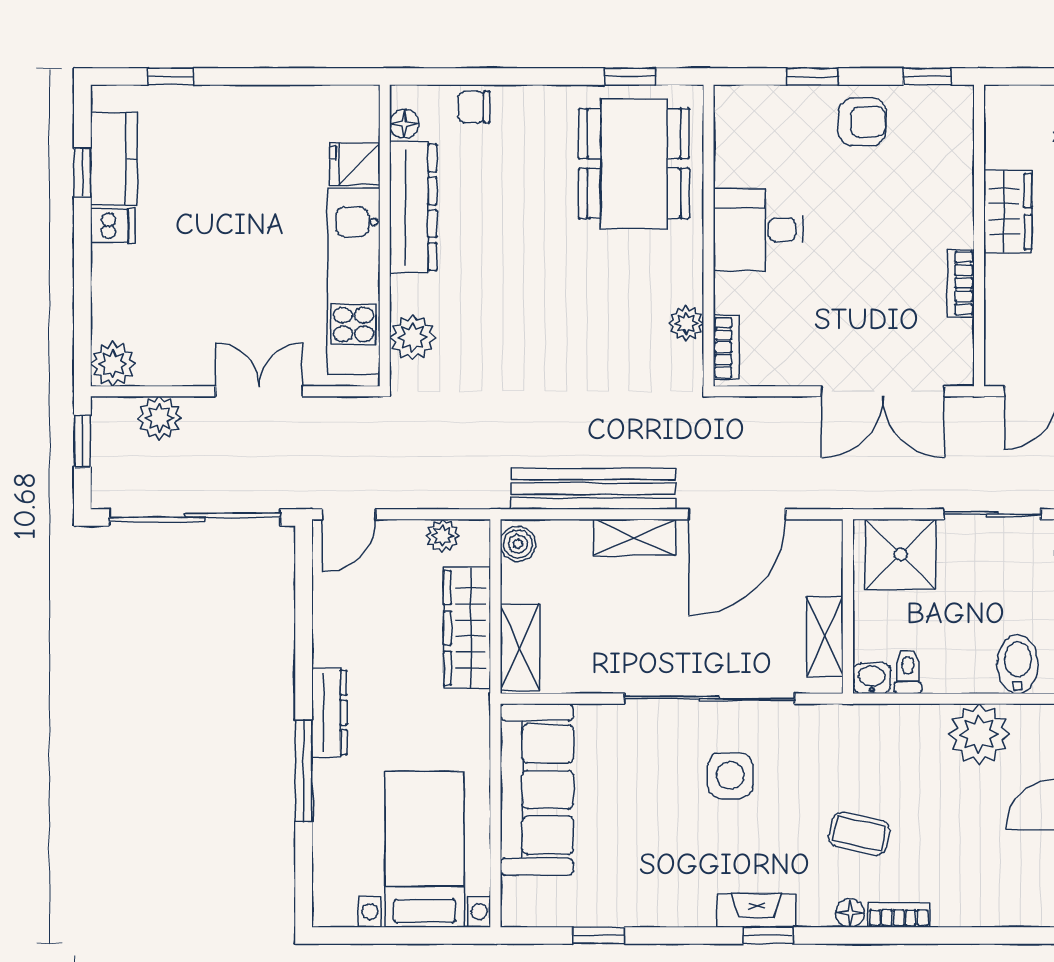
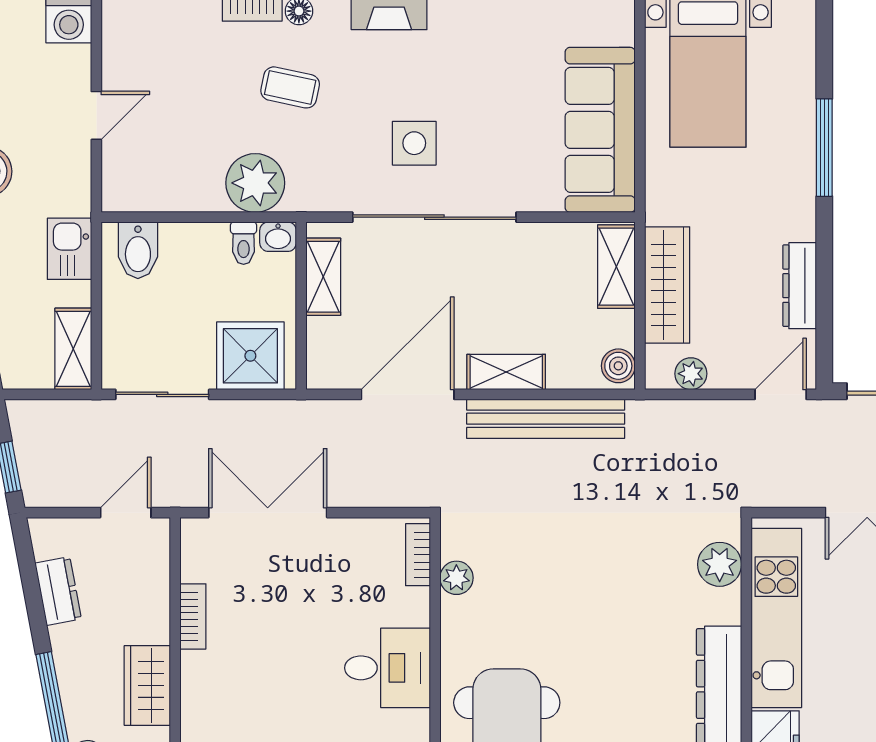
dresser: (329, 713) -> (800, 286), moved
plant: (979, 734) -> (255, 183), moved

